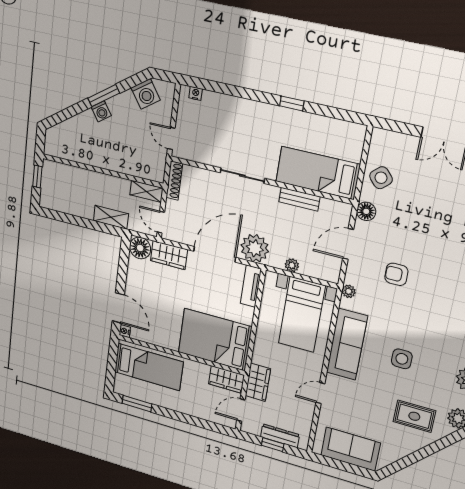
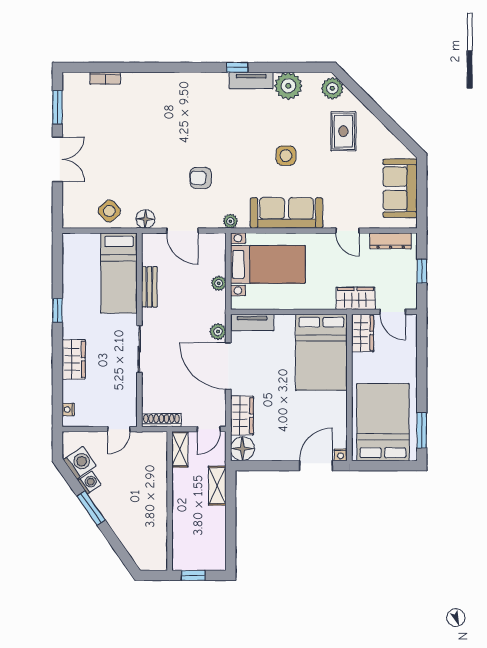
wardrobe: (242, 109) -> (74, 359), added
washing machine: (101, 111) -> (89, 483), moved
plant: (255, 248) -> (218, 332), width x0.53, depth x0.53
armchair: (396, 274) -> (201, 178), turned 90
bed: (149, 367) -> (383, 422), width x1.50
dresser: (280, 436) -> (391, 241), moved, turned -90

